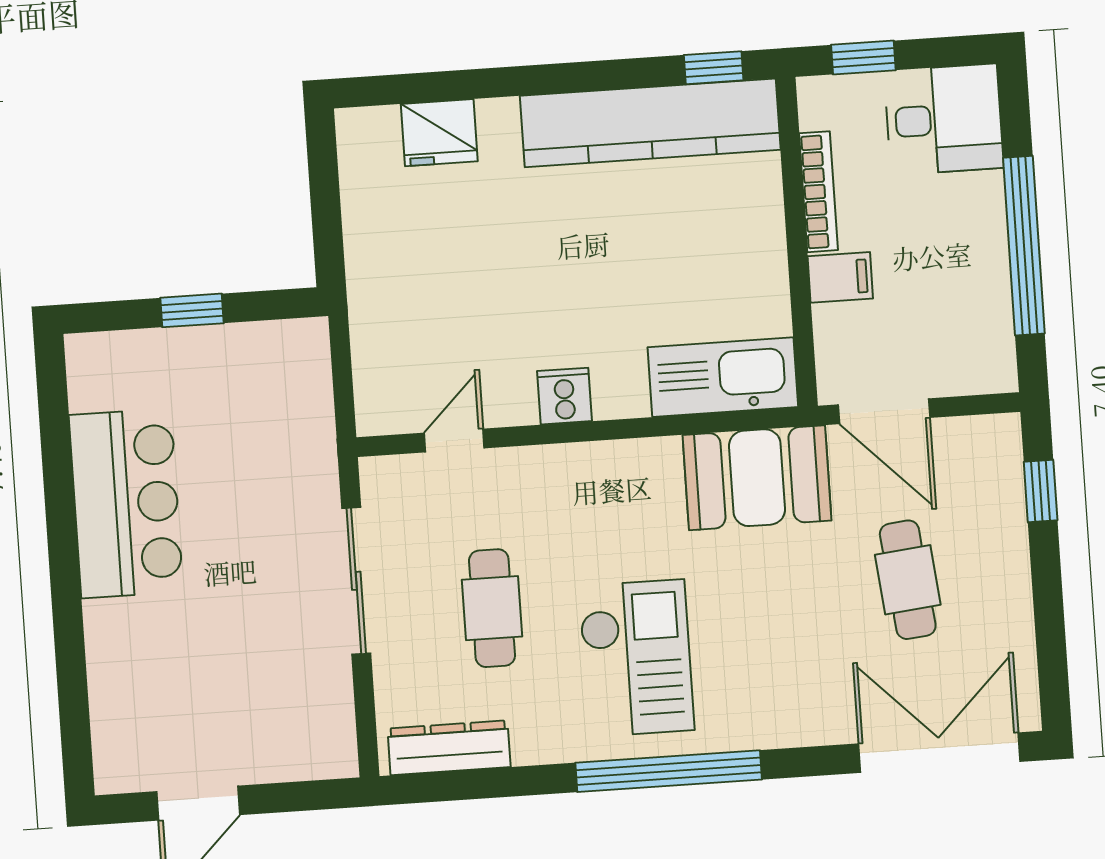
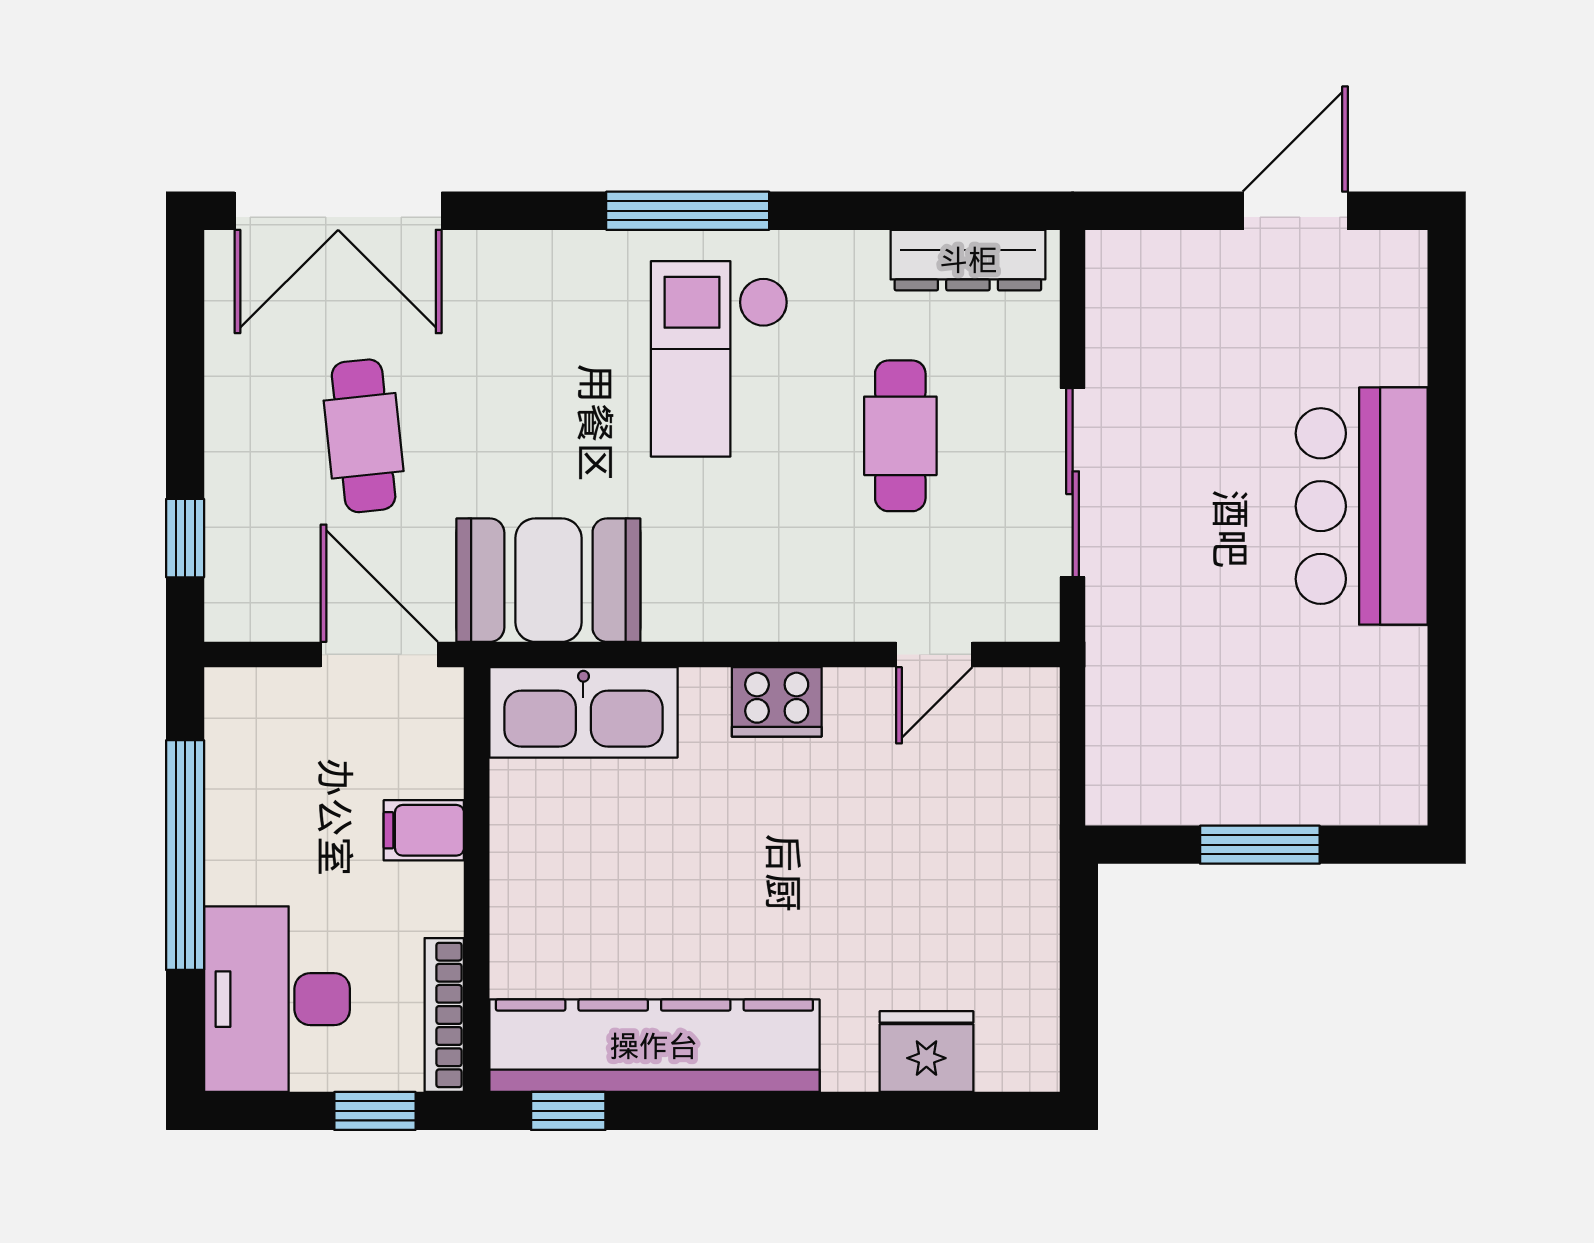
desk: (944, 119) -> (277, 999), width x1.37
bookcase: (818, 192) -> (444, 1015), moved
window: (192, 310) -> (1260, 845), width x1.50
cooker: (565, 396) -> (777, 702), width x1.36
bar counter: (126, 503) -> (1362, 506), moved
window: (669, 771) -> (688, 211), width x0.68

